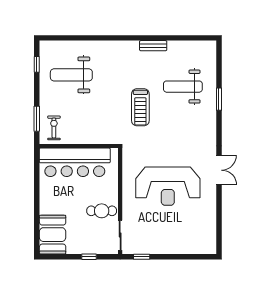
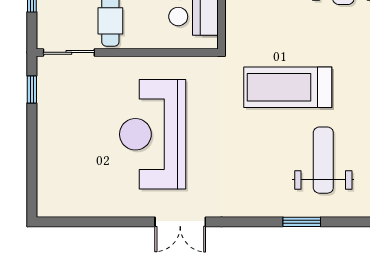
treadmill: (140, 107) -> (288, 87), width x1.37, depth x1.38

